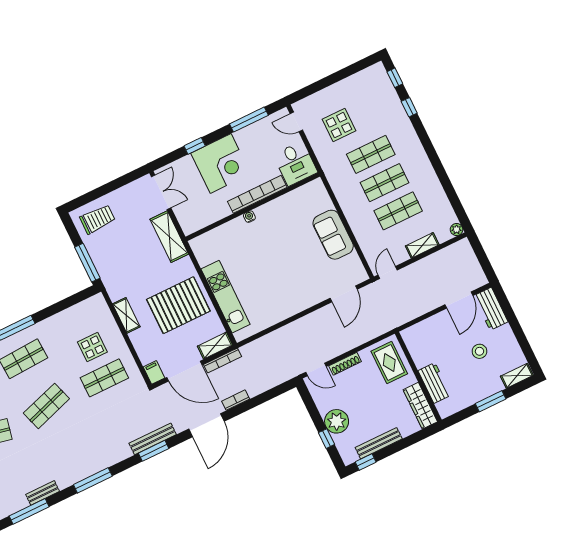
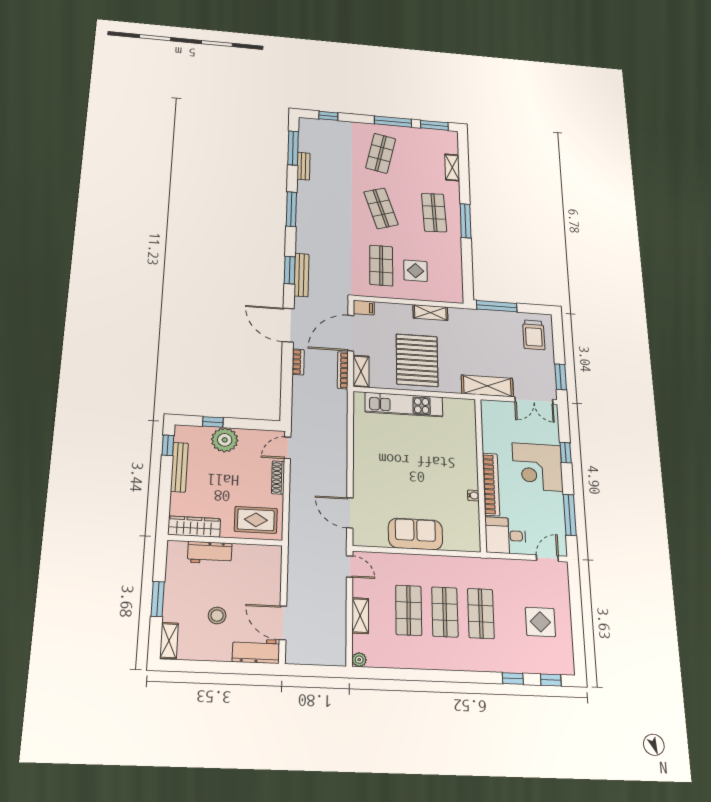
display table: (339, 125) -> (540, 622), moved
window: (125, 179) -> (561, 377), added
water cooler: (249, 217) -> (473, 495), moved

